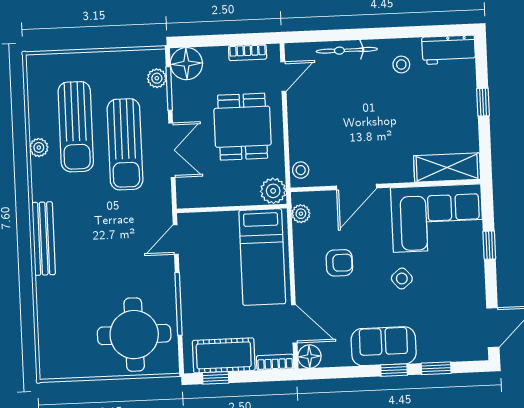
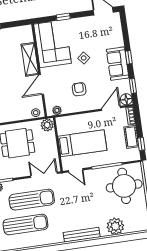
plant: (39, 147) -> (115, 226), moved, width x1.87, depth x1.87
double door: (172, 150) -> (44, 175), moved
shelving: (447, 167) -> (30, 59), moved
door: (356, 187) -> (41, 85), swing flipped
bed: (262, 257) -> (82, 143), moved
cot: (224, 355) -> (131, 137), width x0.73, depth x0.75
window: (436, 368) -> (133, 86), moved

